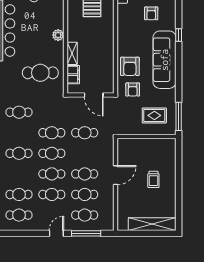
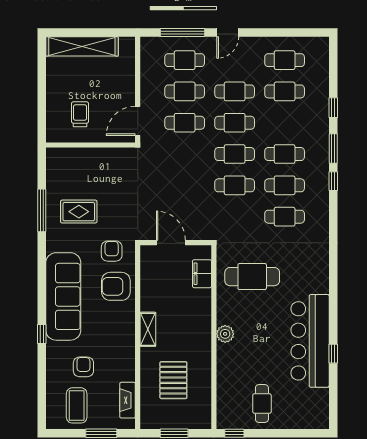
shelving: (72, 53) -> (148, 329), moved
armchair: (130, 66) -> (116, 286), turned -90
cafe table: (85, 133) -> (285, 185), moved
wall: (147, 136) -> (91, 145), moved

